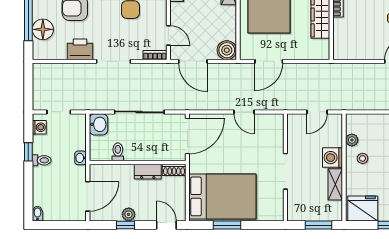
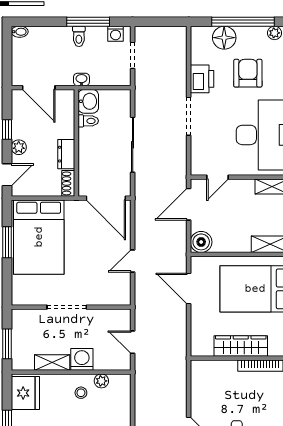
bookcase: (155, 55) -> (196, 162), removed
washbasin: (98, 124) -> (88, 101), moved, turned -90
window: (28, 152) -> (88, 22), width x2.17
plant: (129, 214) -> (19, 147), moved

